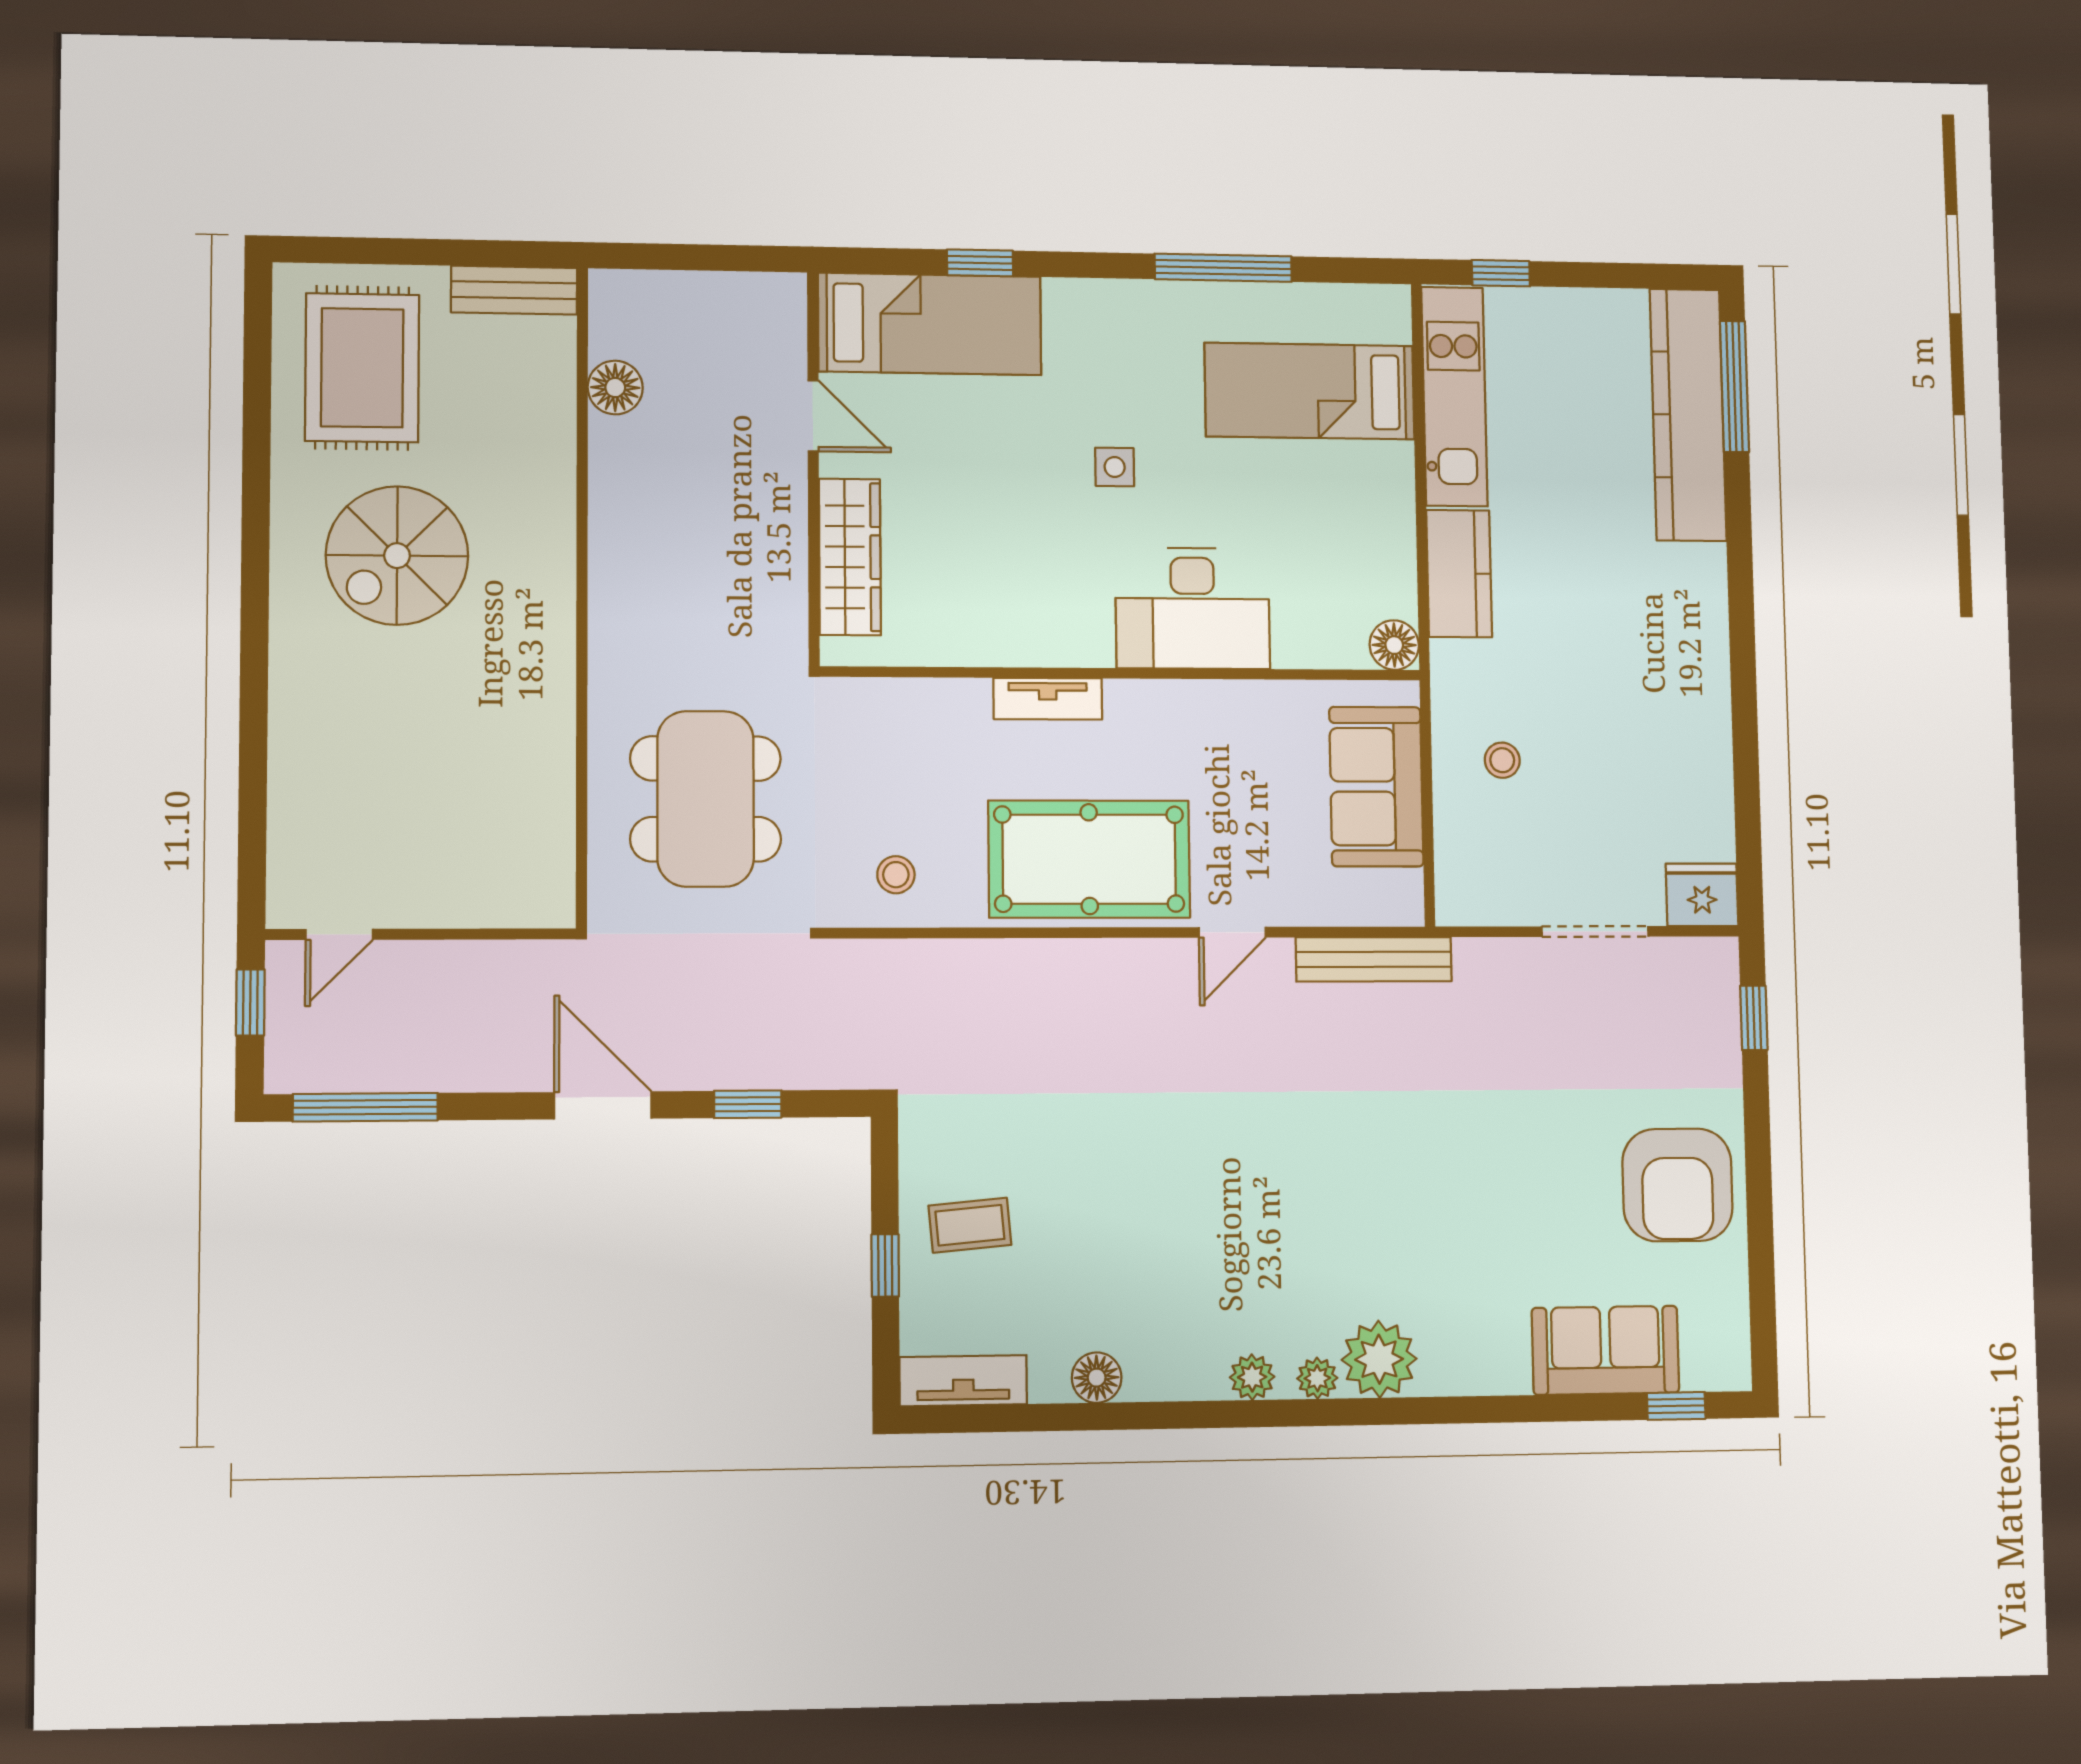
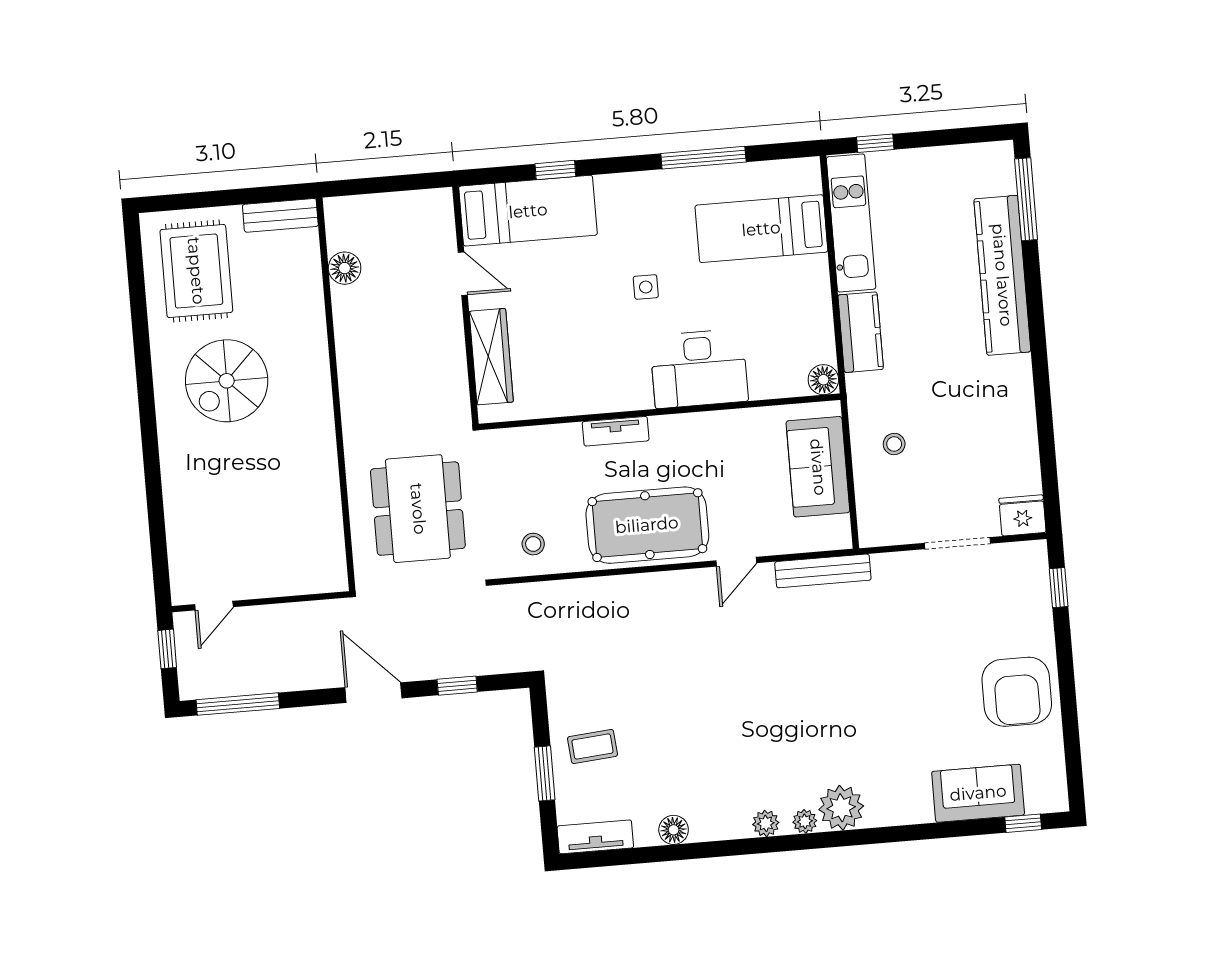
kitchen counter: (1688, 415) -> (1002, 275), moved
window: (885, 1265) -> (545, 773), width x1.50

